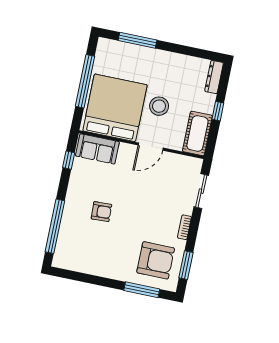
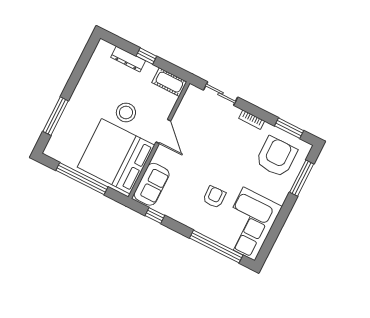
dresser: (214, 77) -> (128, 59), moved
cot: (197, 133) -> (169, 82), width x0.73, depth x0.75
corner sofa: (85, 252) -> (249, 224), added

